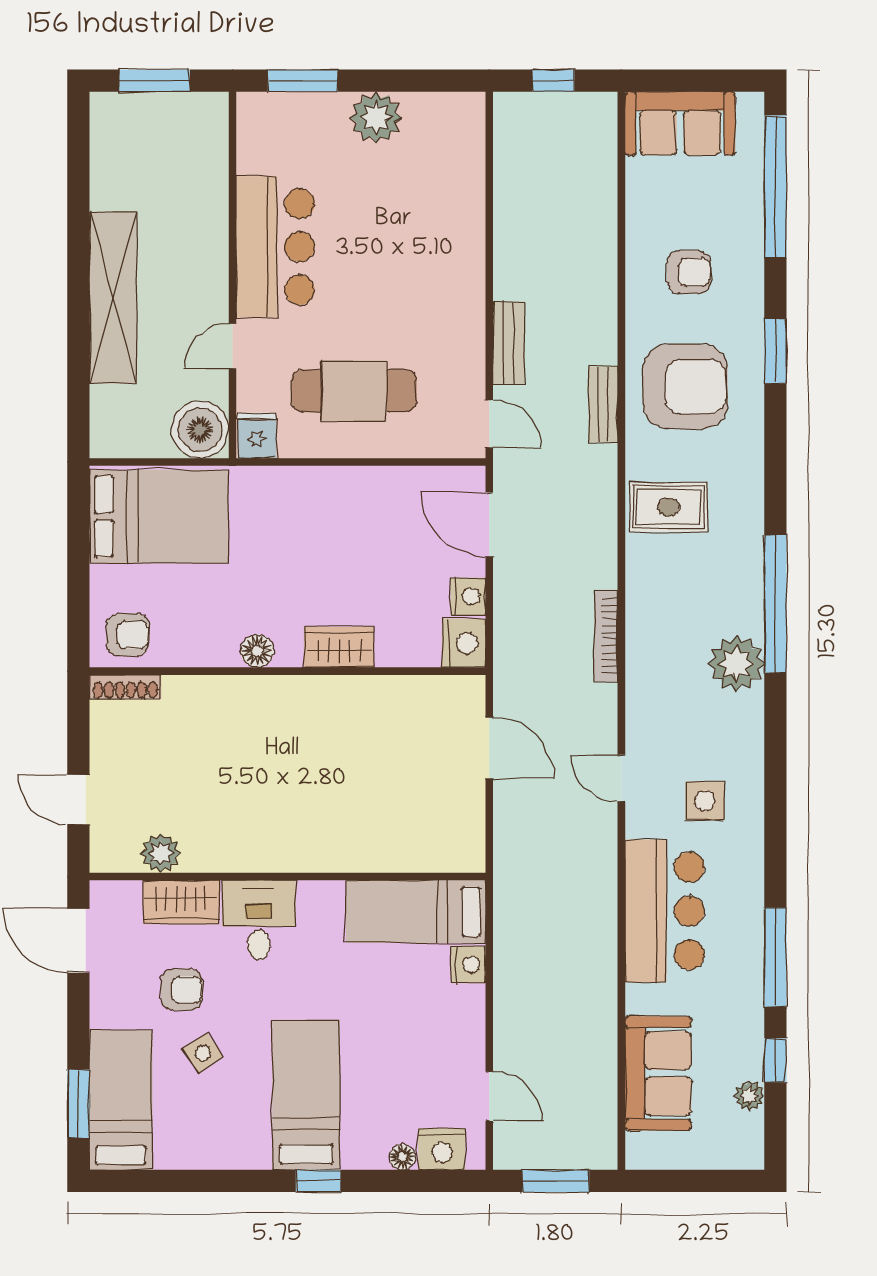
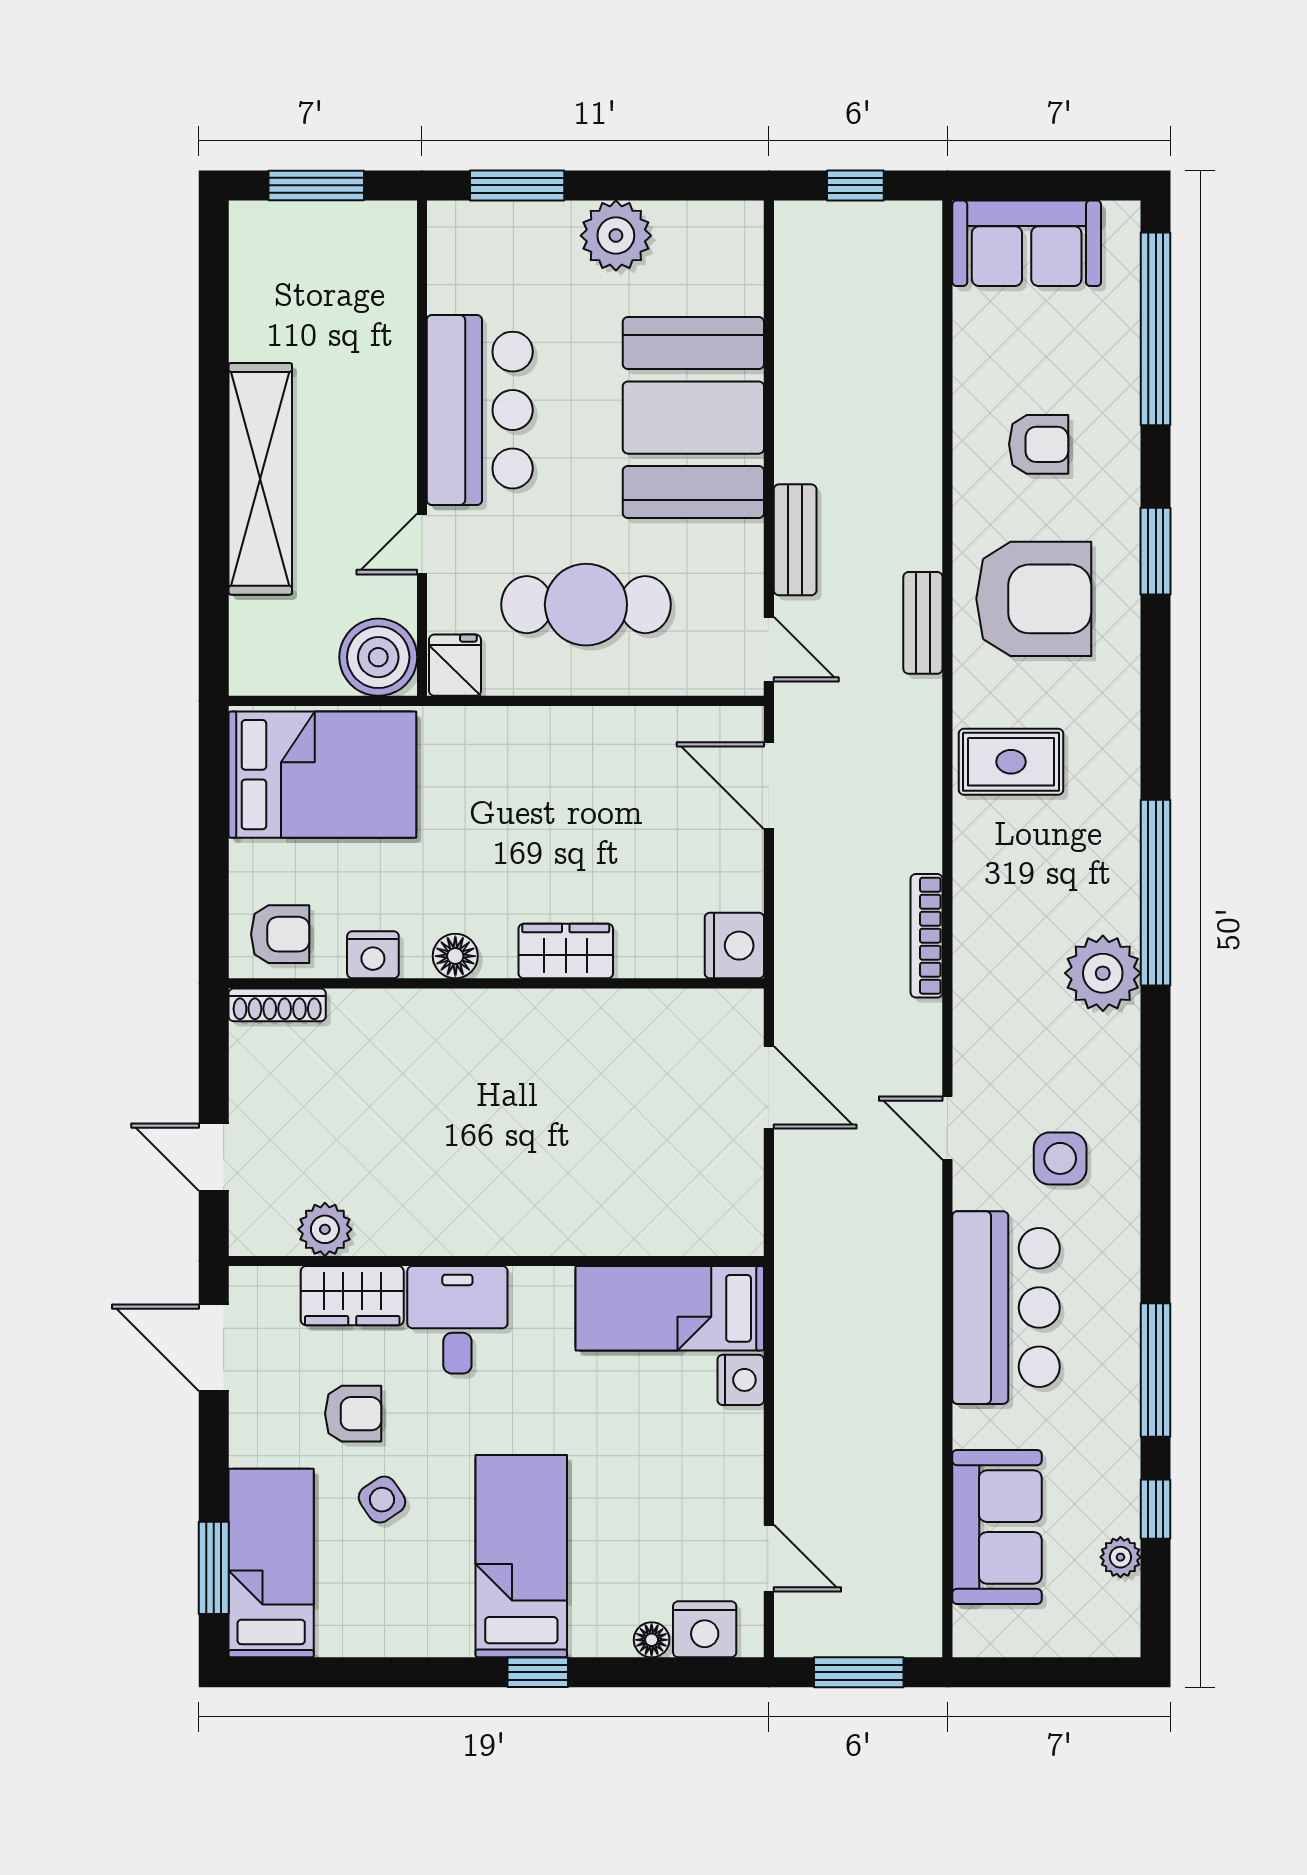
booth: (433, 252) -> (693, 418), added
nightstand: (468, 597) -> (373, 955), moved, turned 90

